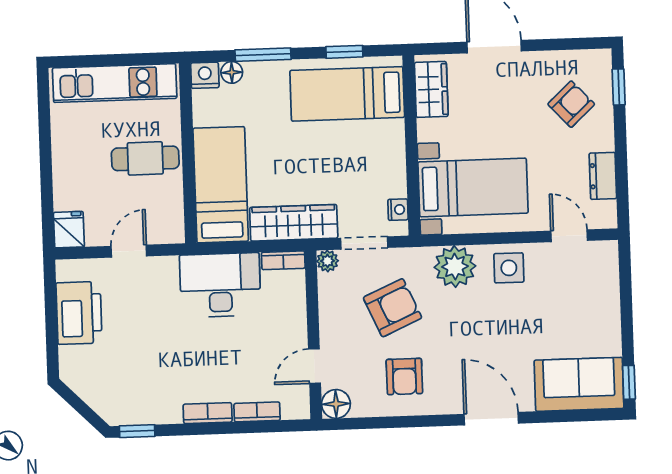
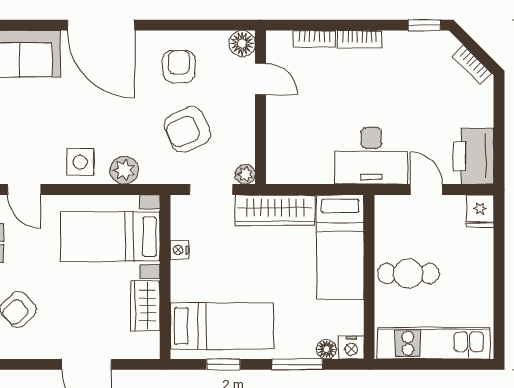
wardrobe: (431, 89) -> (145, 306), moved
nightstand: (398, 210) -> (179, 250), moved
door: (129, 251) -> (426, 189), swing flipped
bookcase: (283, 260) -> (472, 65), moved, turned -135
plant: (455, 267) -> (124, 170), width x0.73, depth x0.73
desk: (220, 285) -> (371, 156), moved
printer: (79, 313) -> (474, 156), moved
door: (314, 366) -> (260, 79), hinge flipped
door: (491, 419) -> (101, 25), width x1.36

